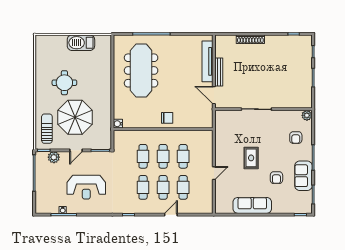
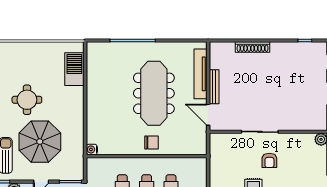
barbecue: (81, 43) -> (74, 69), moved, turned 90
meeting table: (141, 70) -> (154, 93), moved
armchair: (296, 138) -> (269, 160), moved

